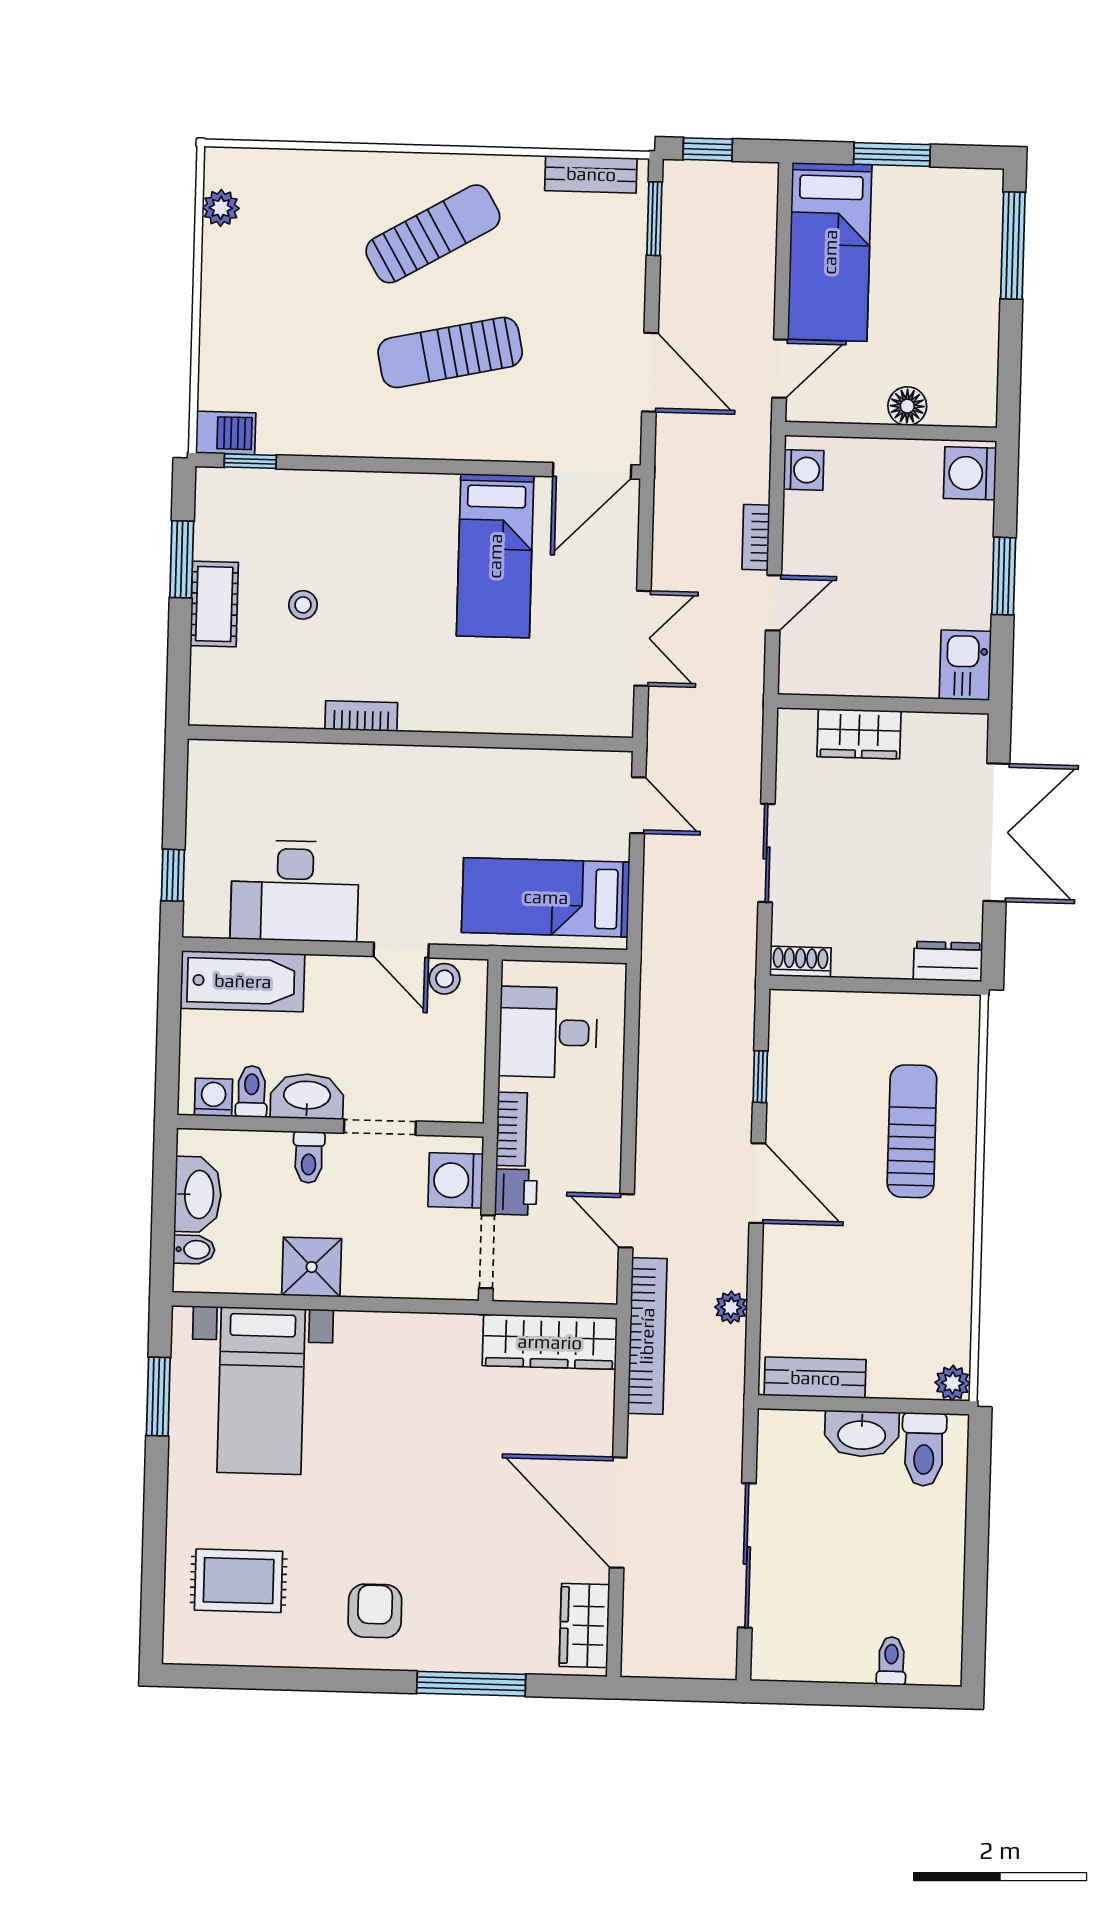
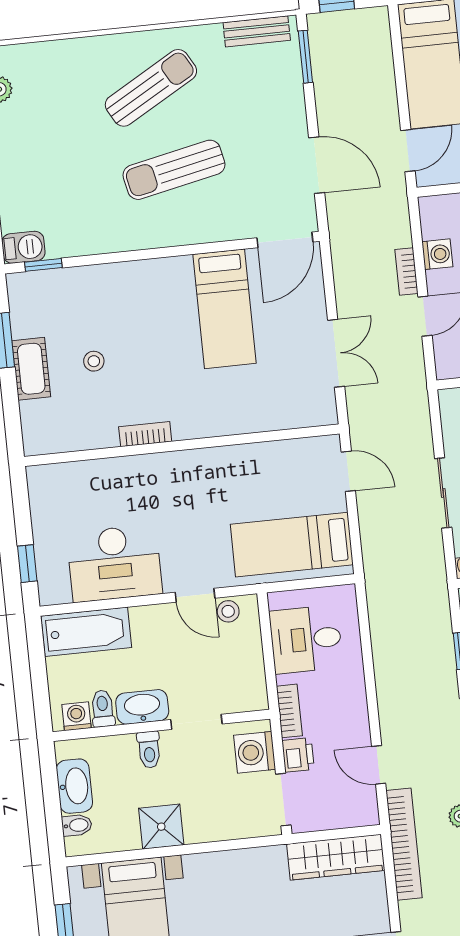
washing machine: (804, 470) -> (437, 254), moved

